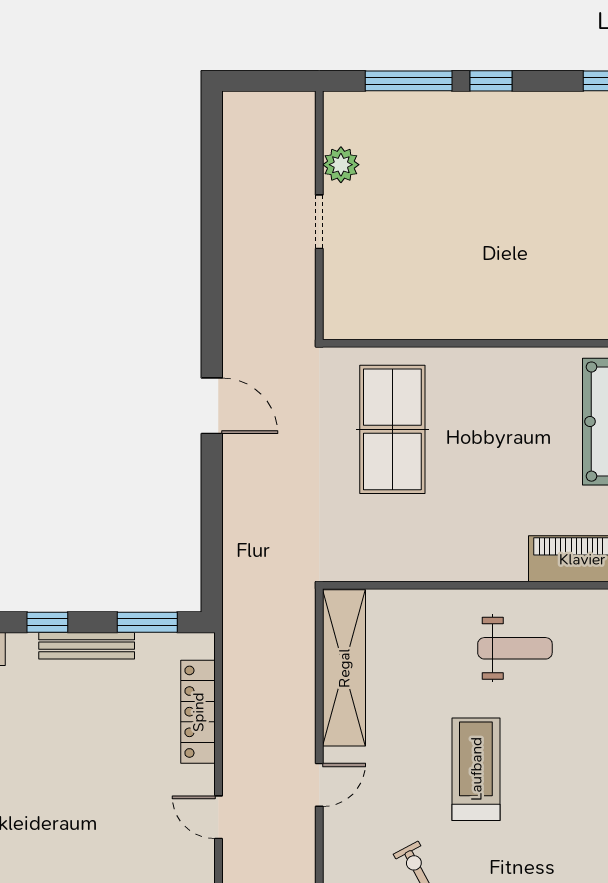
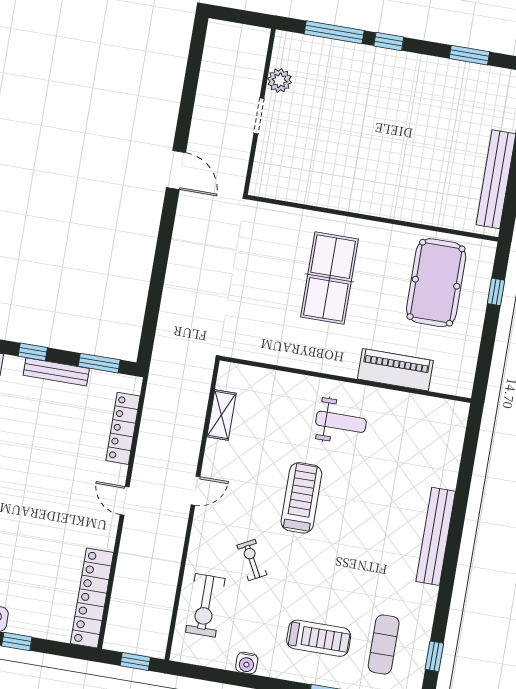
door: (212, 406) -> (176, 170), moved
table tennis table: (392, 429) -> (329, 278), moved
shelving: (344, 668) -> (221, 415), width x0.45, depth x0.75

